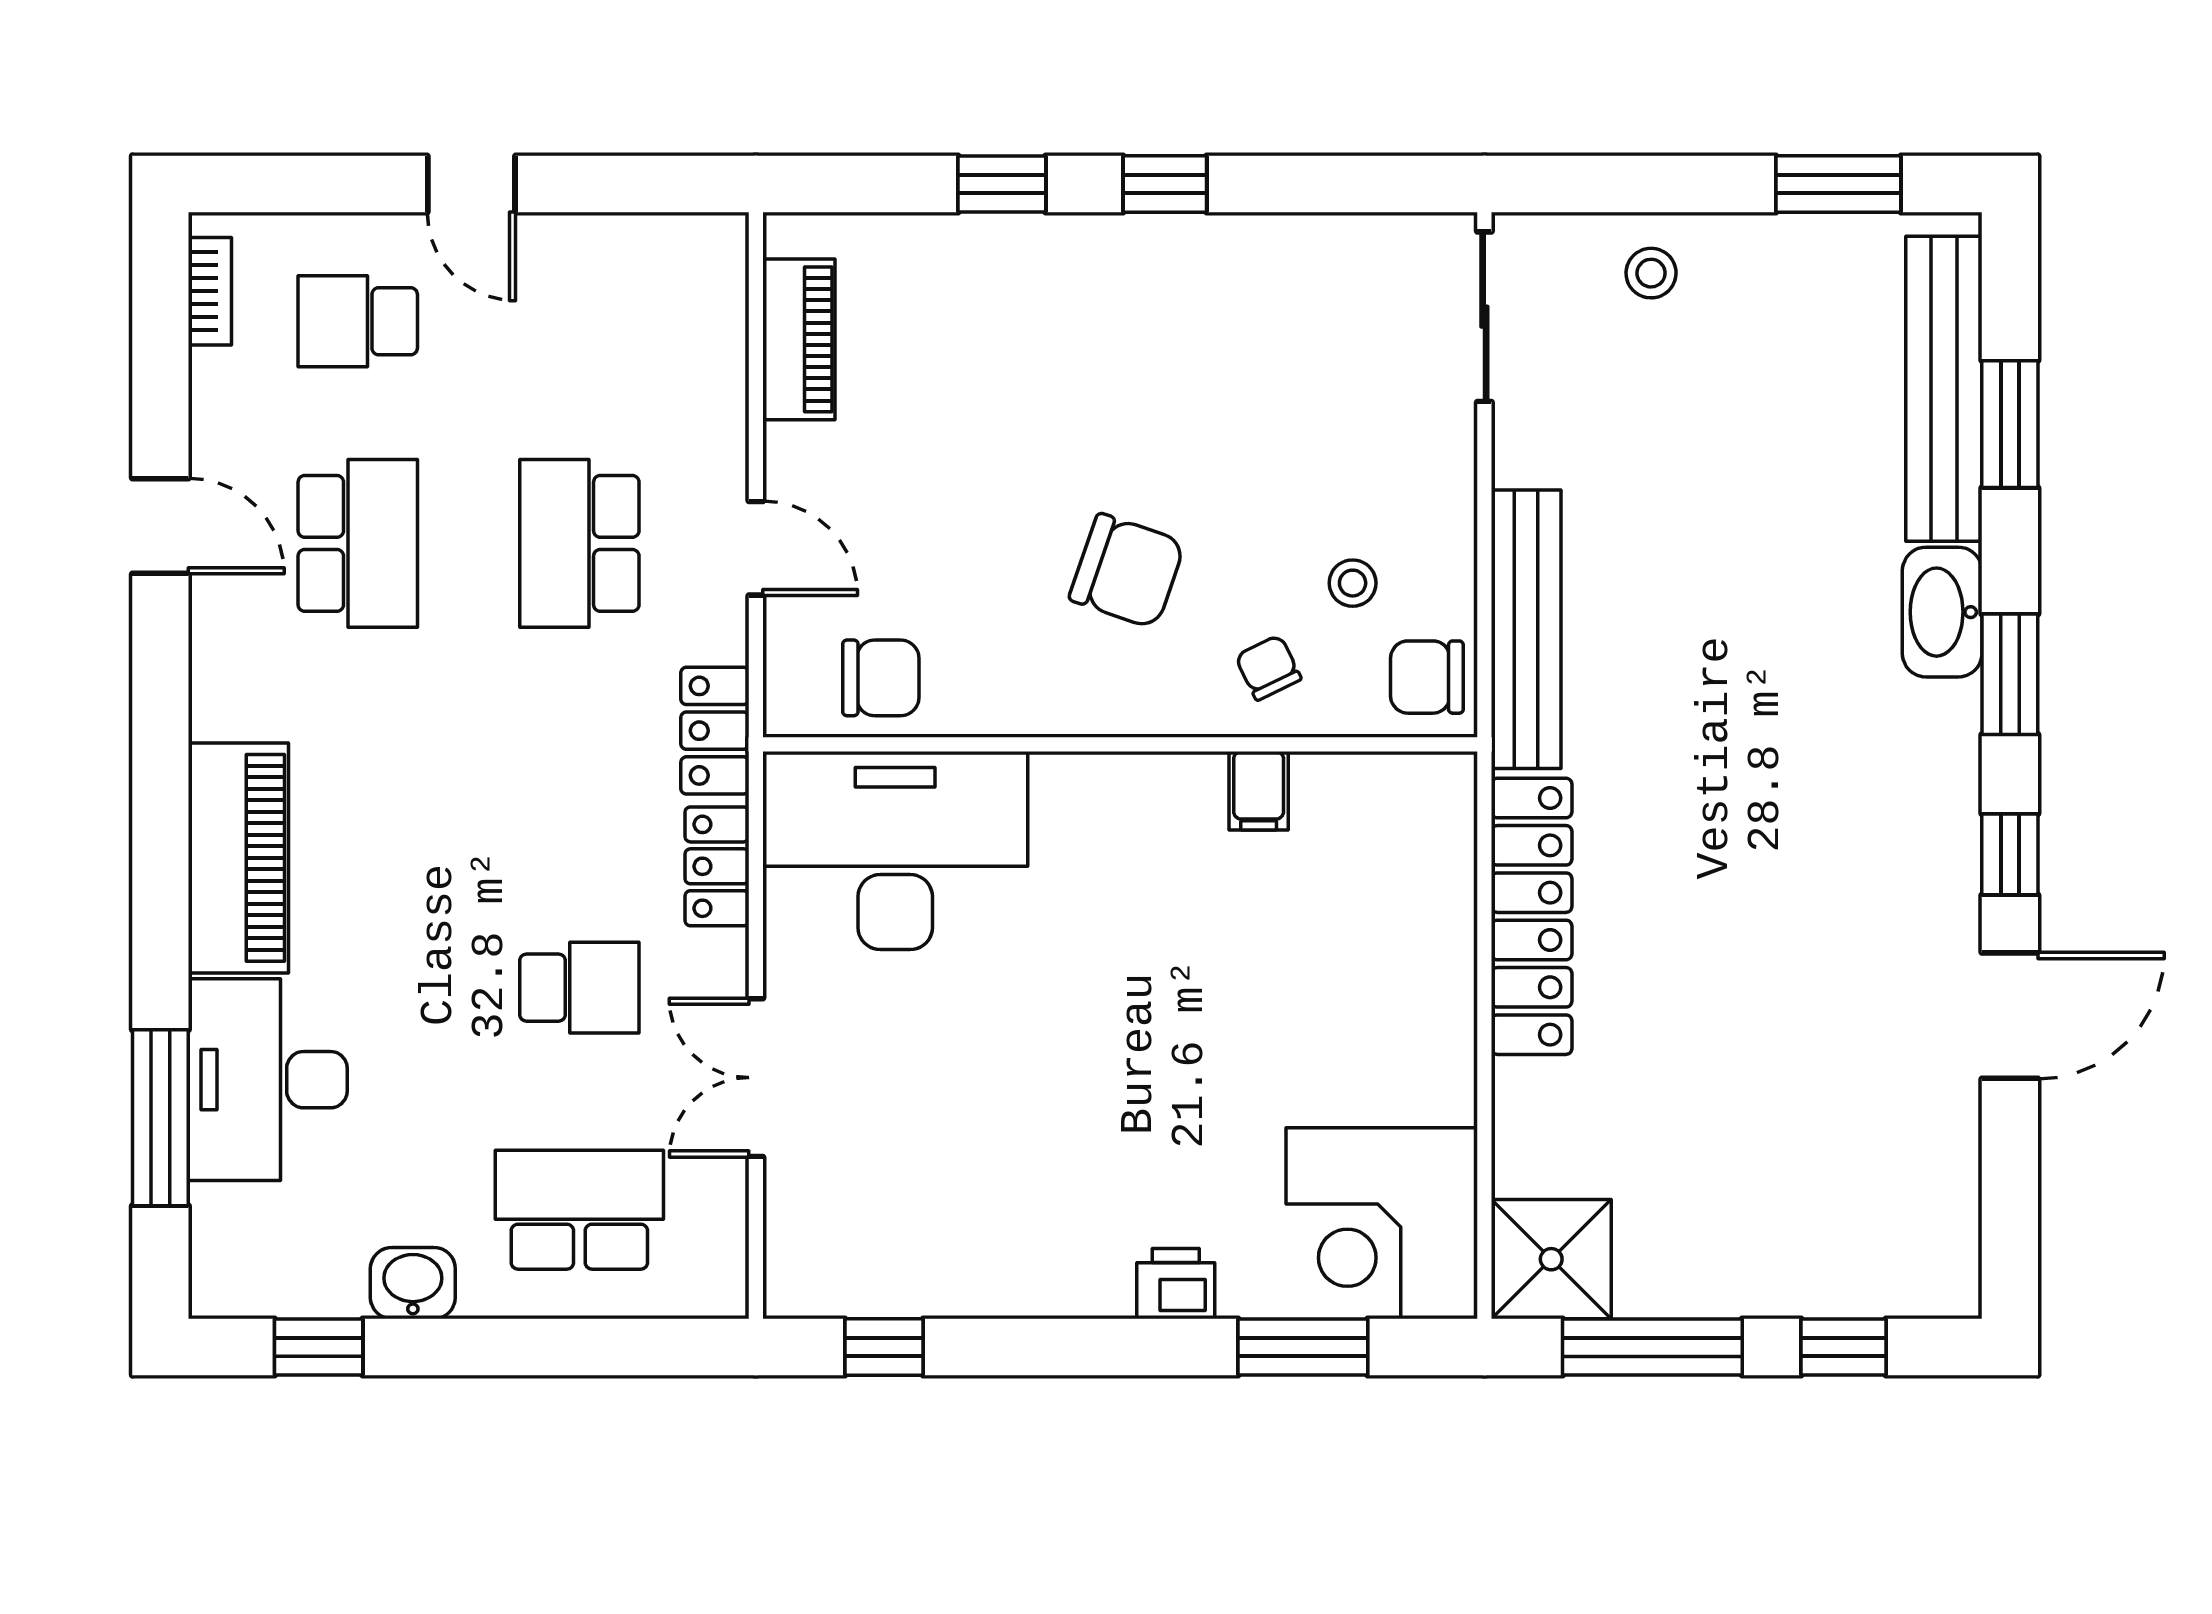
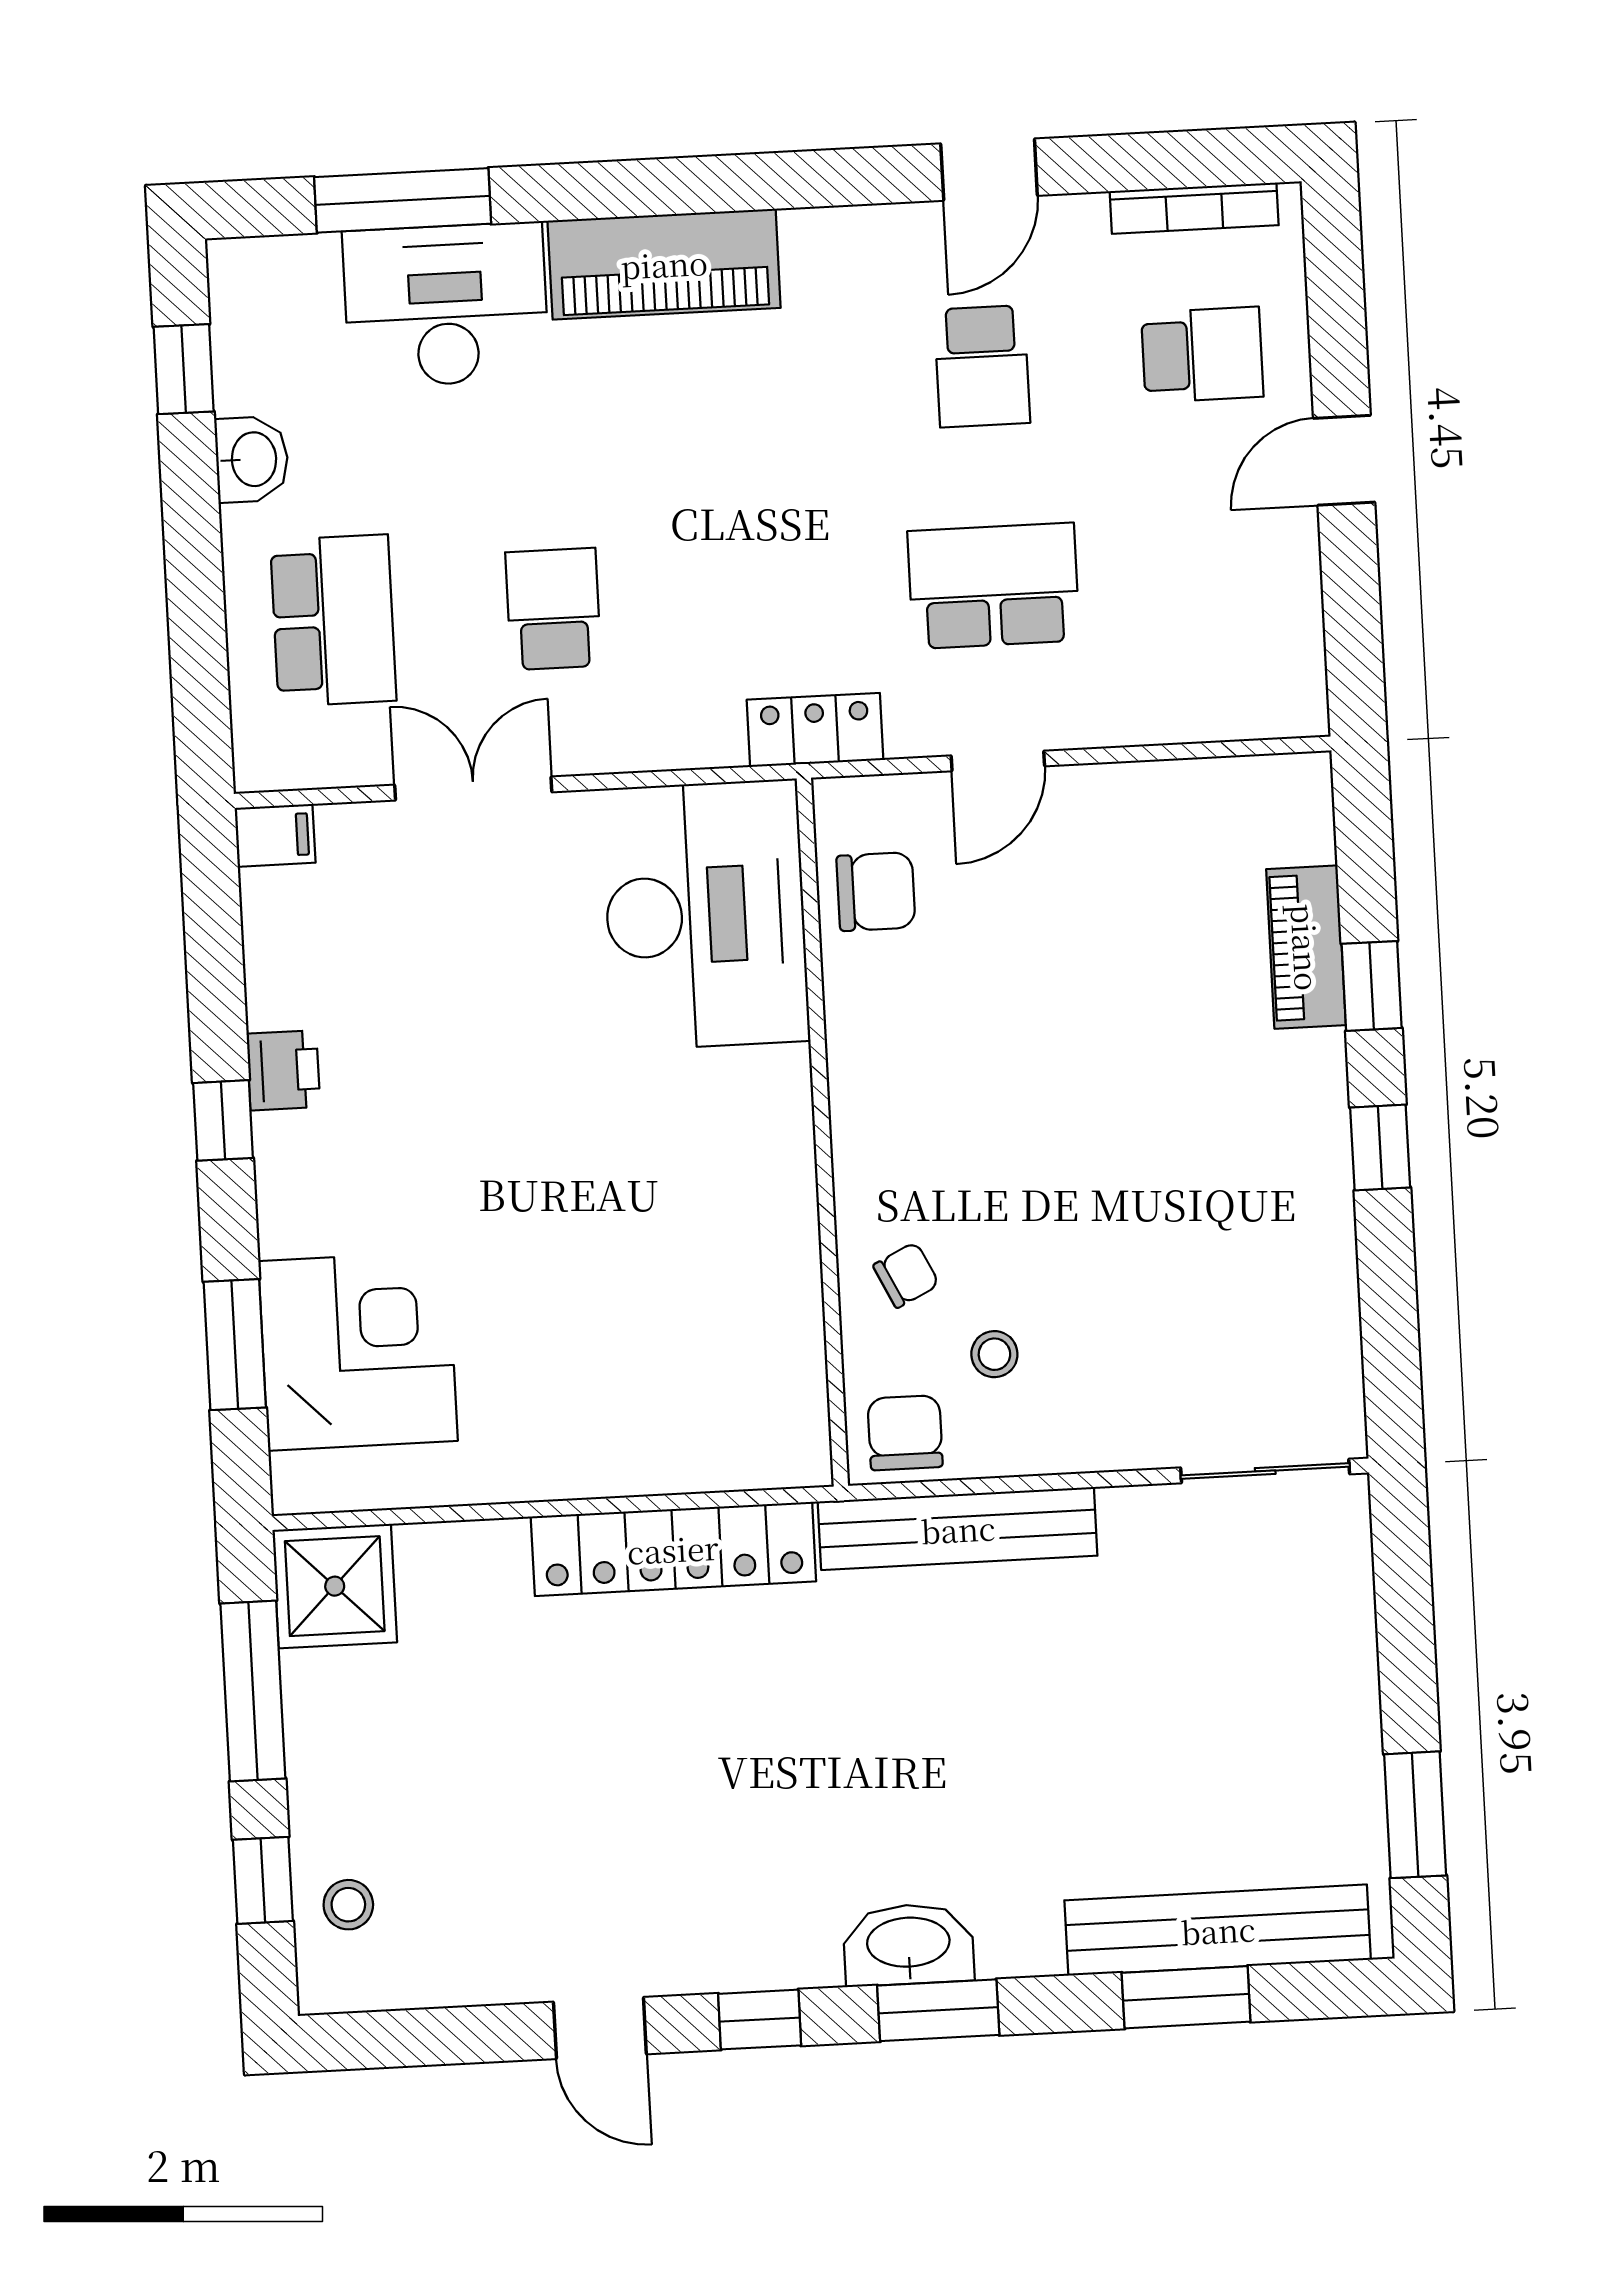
stool: (1651, 273) -> (348, 1905), moved
bookcase: (210, 291) -> (1194, 208), width x1.56
school desk: (358, 321) -> (1202, 355), turned 90
piano: (799, 339) -> (1306, 947), moved, turned 90
school desk: (358, 543) -> (982, 366), width x0.54
chair: (1127, 571) -> (995, 1130), removed
washbasin: (1942, 612) -> (908, 1944), moved
chair: (881, 678) -> (876, 892), turned -90
filing cabinet: (1259, 791) -> (275, 836), moved, turned 180
locker: (717, 866) -> (681, 739), removed
school desk: (579, 988) -> (553, 609), turned 180
door: (2010, 1016) -> (600, 2028), width x0.73
corner desk: (1382, 1223) -> (358, 1351), moved, turned 90
printer: (1176, 1284) -> (283, 1070), moved
window: (884, 1347) -> (223, 1120), moved

